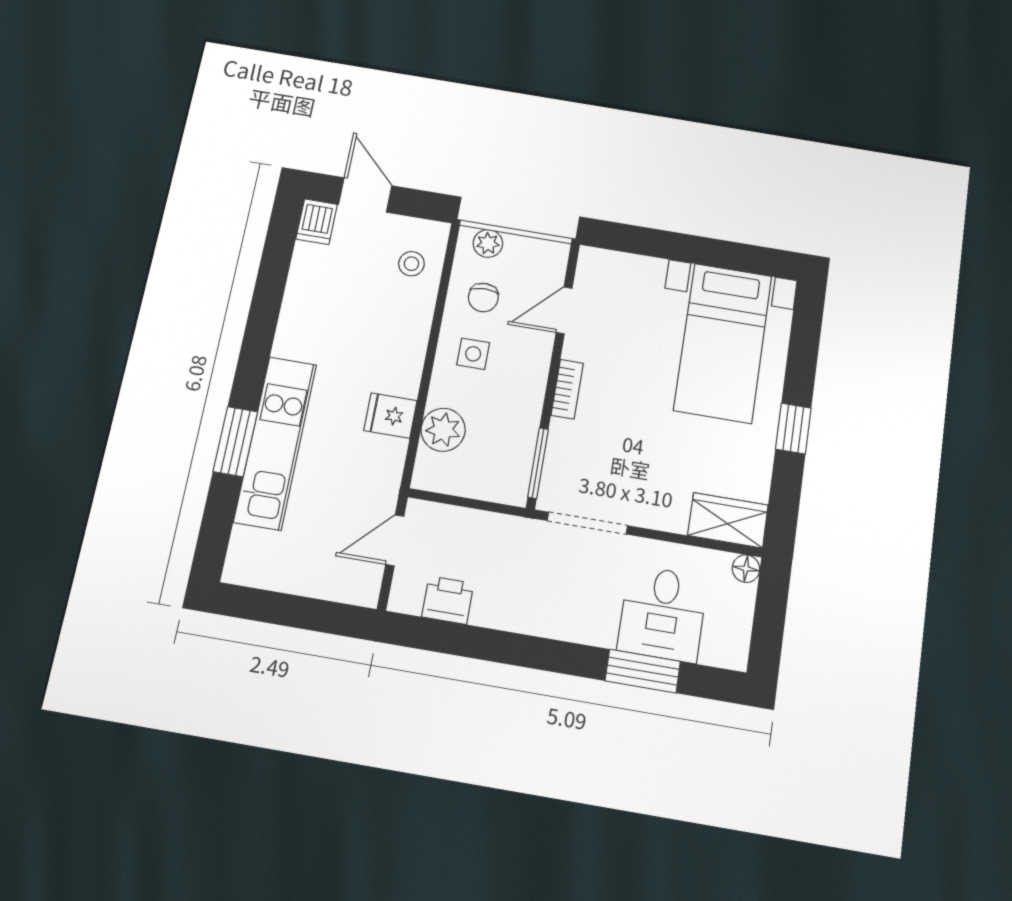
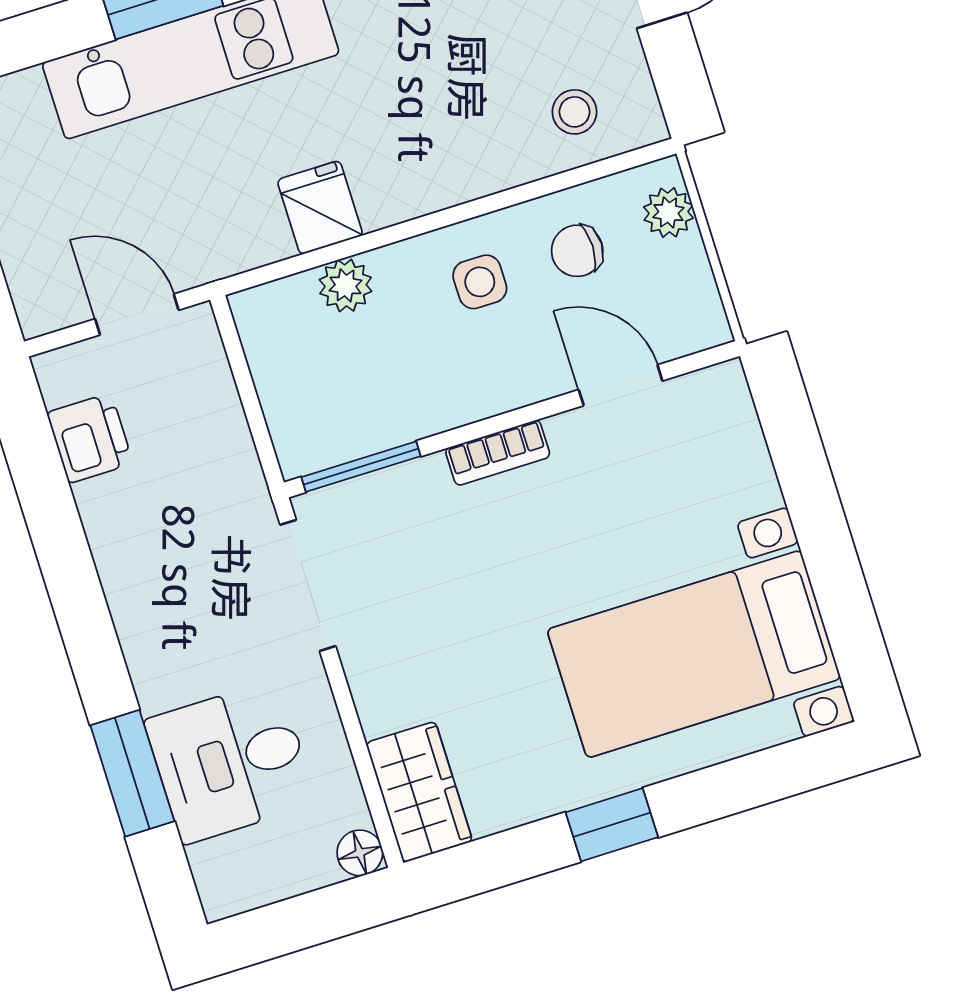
plant: (443, 430) -> (346, 285), width x0.73, depth x0.73

